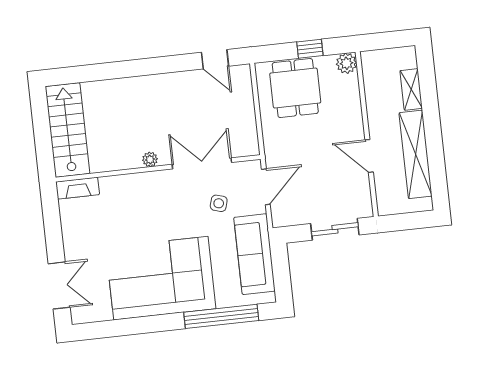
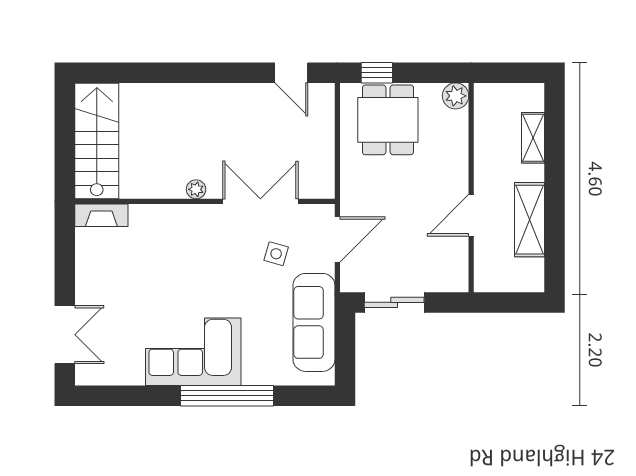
window: (310, 49) -> (377, 73), moved
shelving: (416, 154) -> (530, 220), width x0.68
door: (369, 156) -> (471, 215), hinge flipped
sliding door: (335, 229) -> (394, 302), moved
corner sofa: (161, 278) -> (193, 352), width x0.73, depth x0.74
window: (221, 316) -> (227, 396), moved

